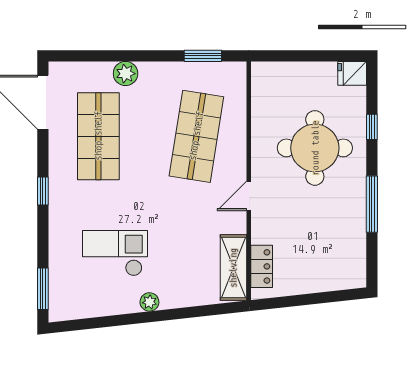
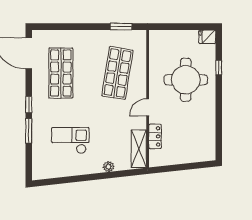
plant: (126, 74) -> (76, 37), removed
window: (372, 204) -> (219, 112), removed
locker: (262, 266) -> (155, 136), moved
window: (43, 289) -> (29, 131), moved
plant: (149, 302) -> (109, 167), moved

